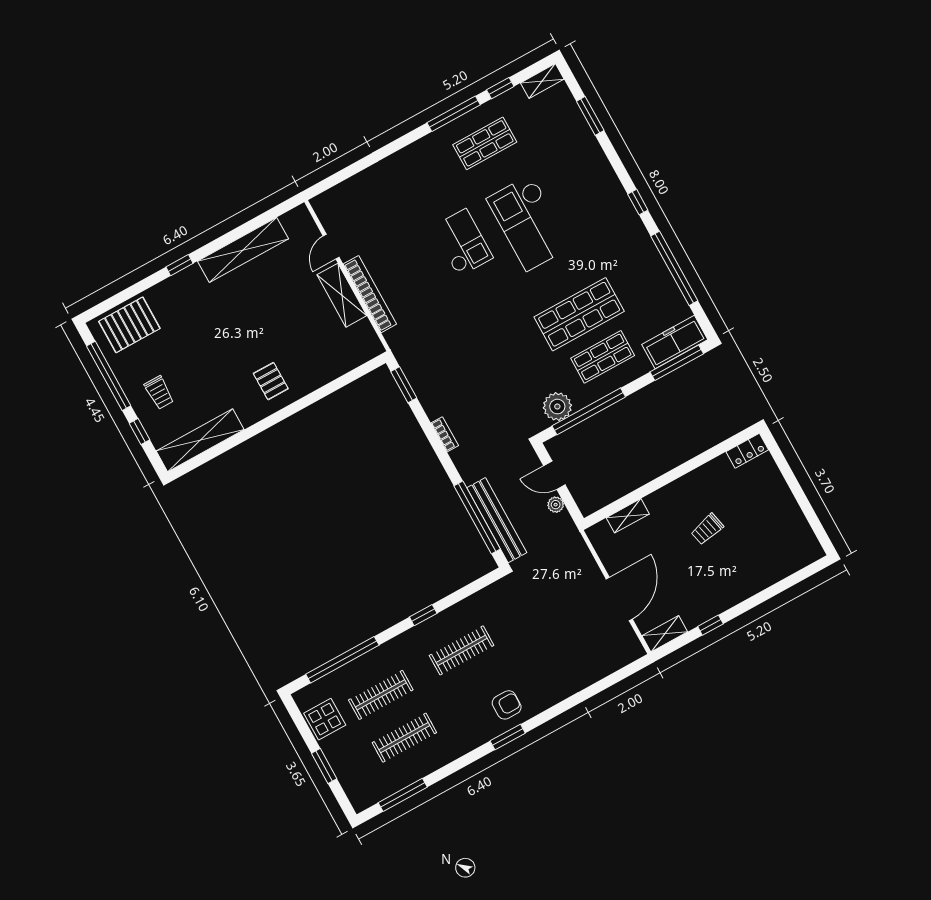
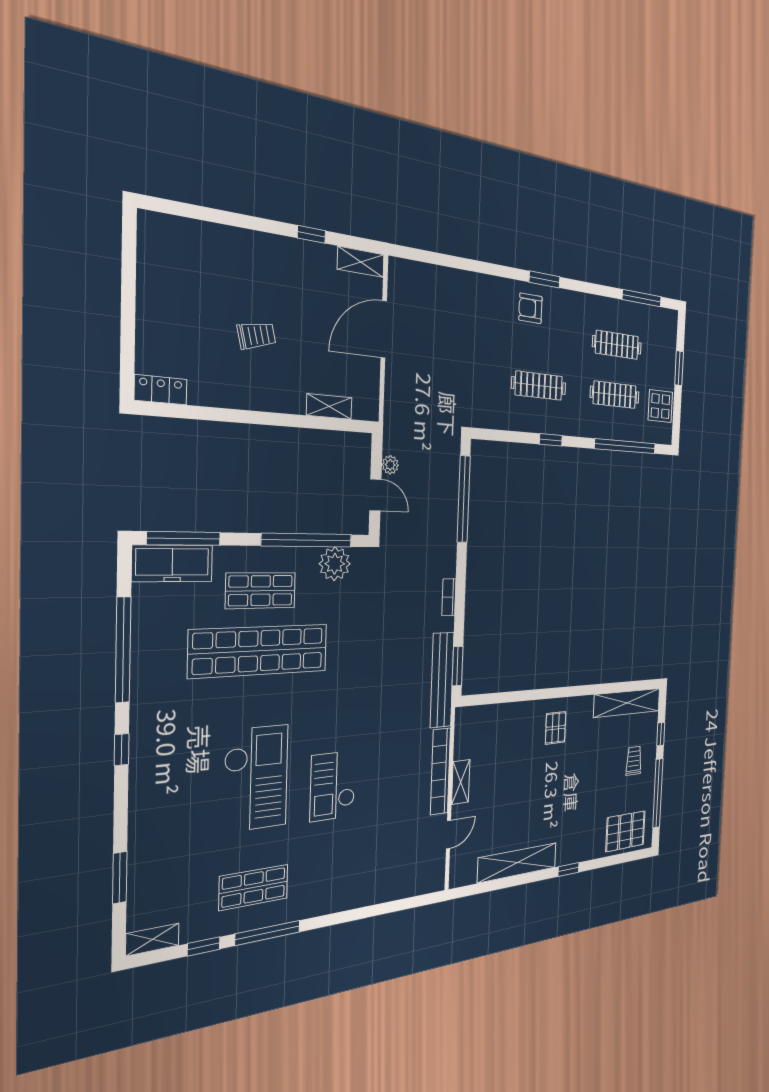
shelving: (342, 295) -> (461, 782), width x0.67, depth x0.75
shop shelf: (579, 314) -> (259, 651), width x1.40
bench: (497, 520) -> (442, 680), moved

